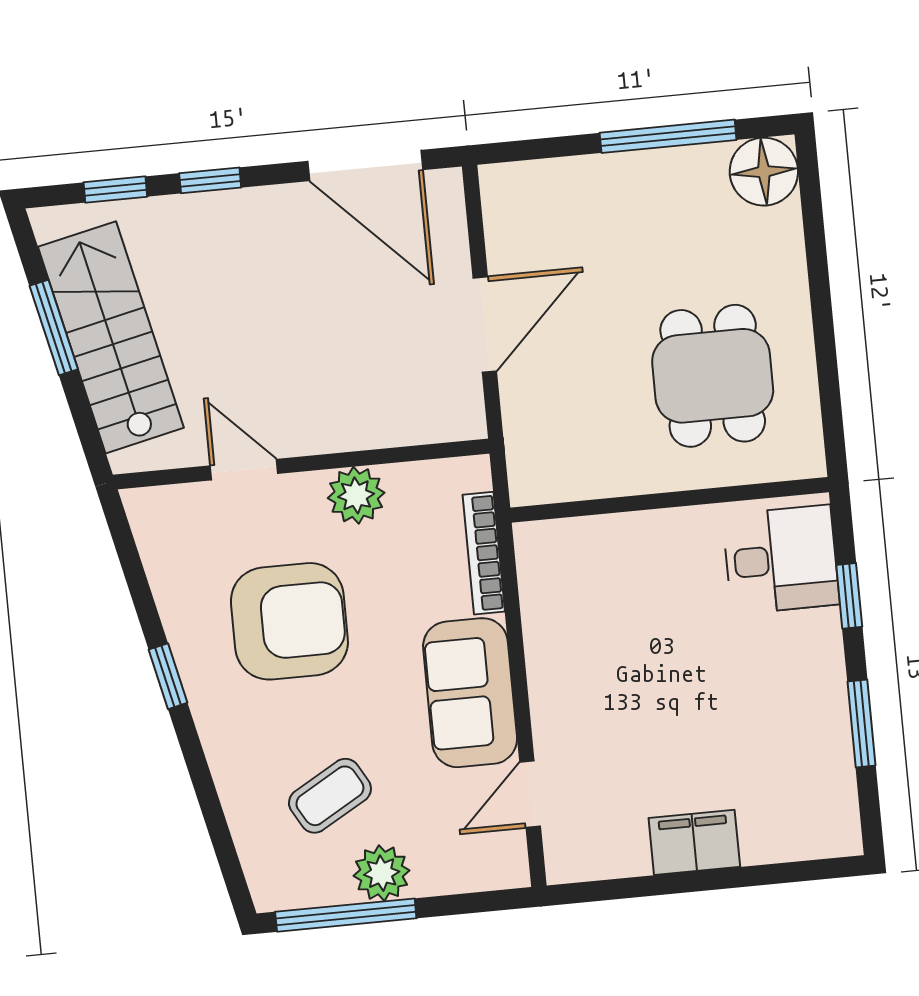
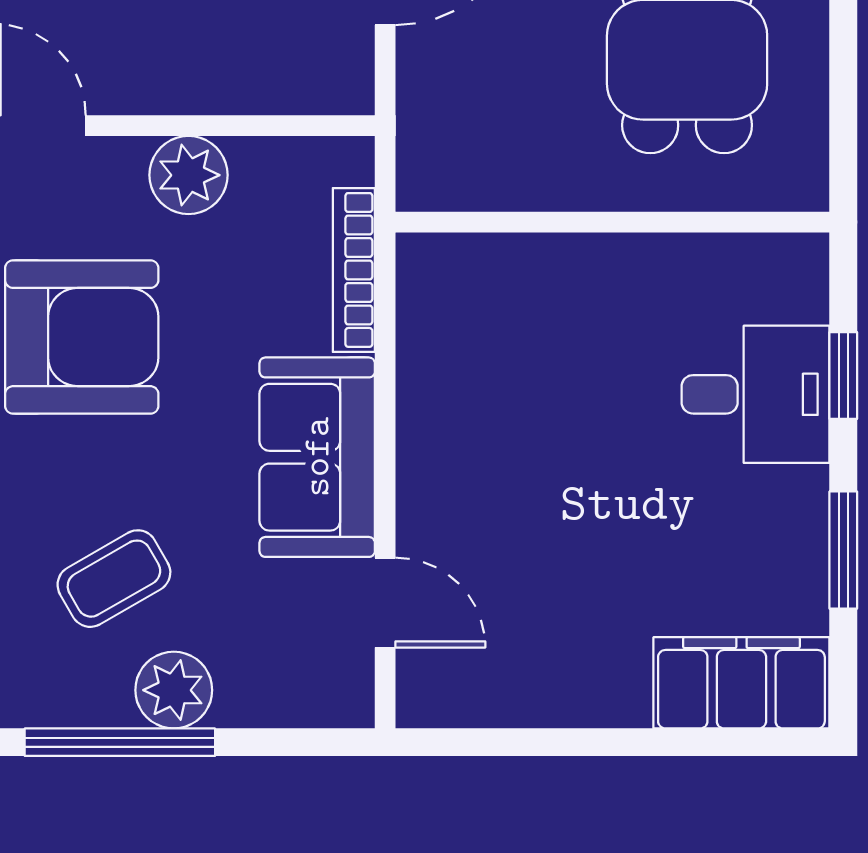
desk: (781, 560) -> (756, 394), moved
door: (530, 794) -> (385, 603), swing flipped
filing cabinet: (694, 842) -> (741, 683), moved, width x1.50, depth x1.17

